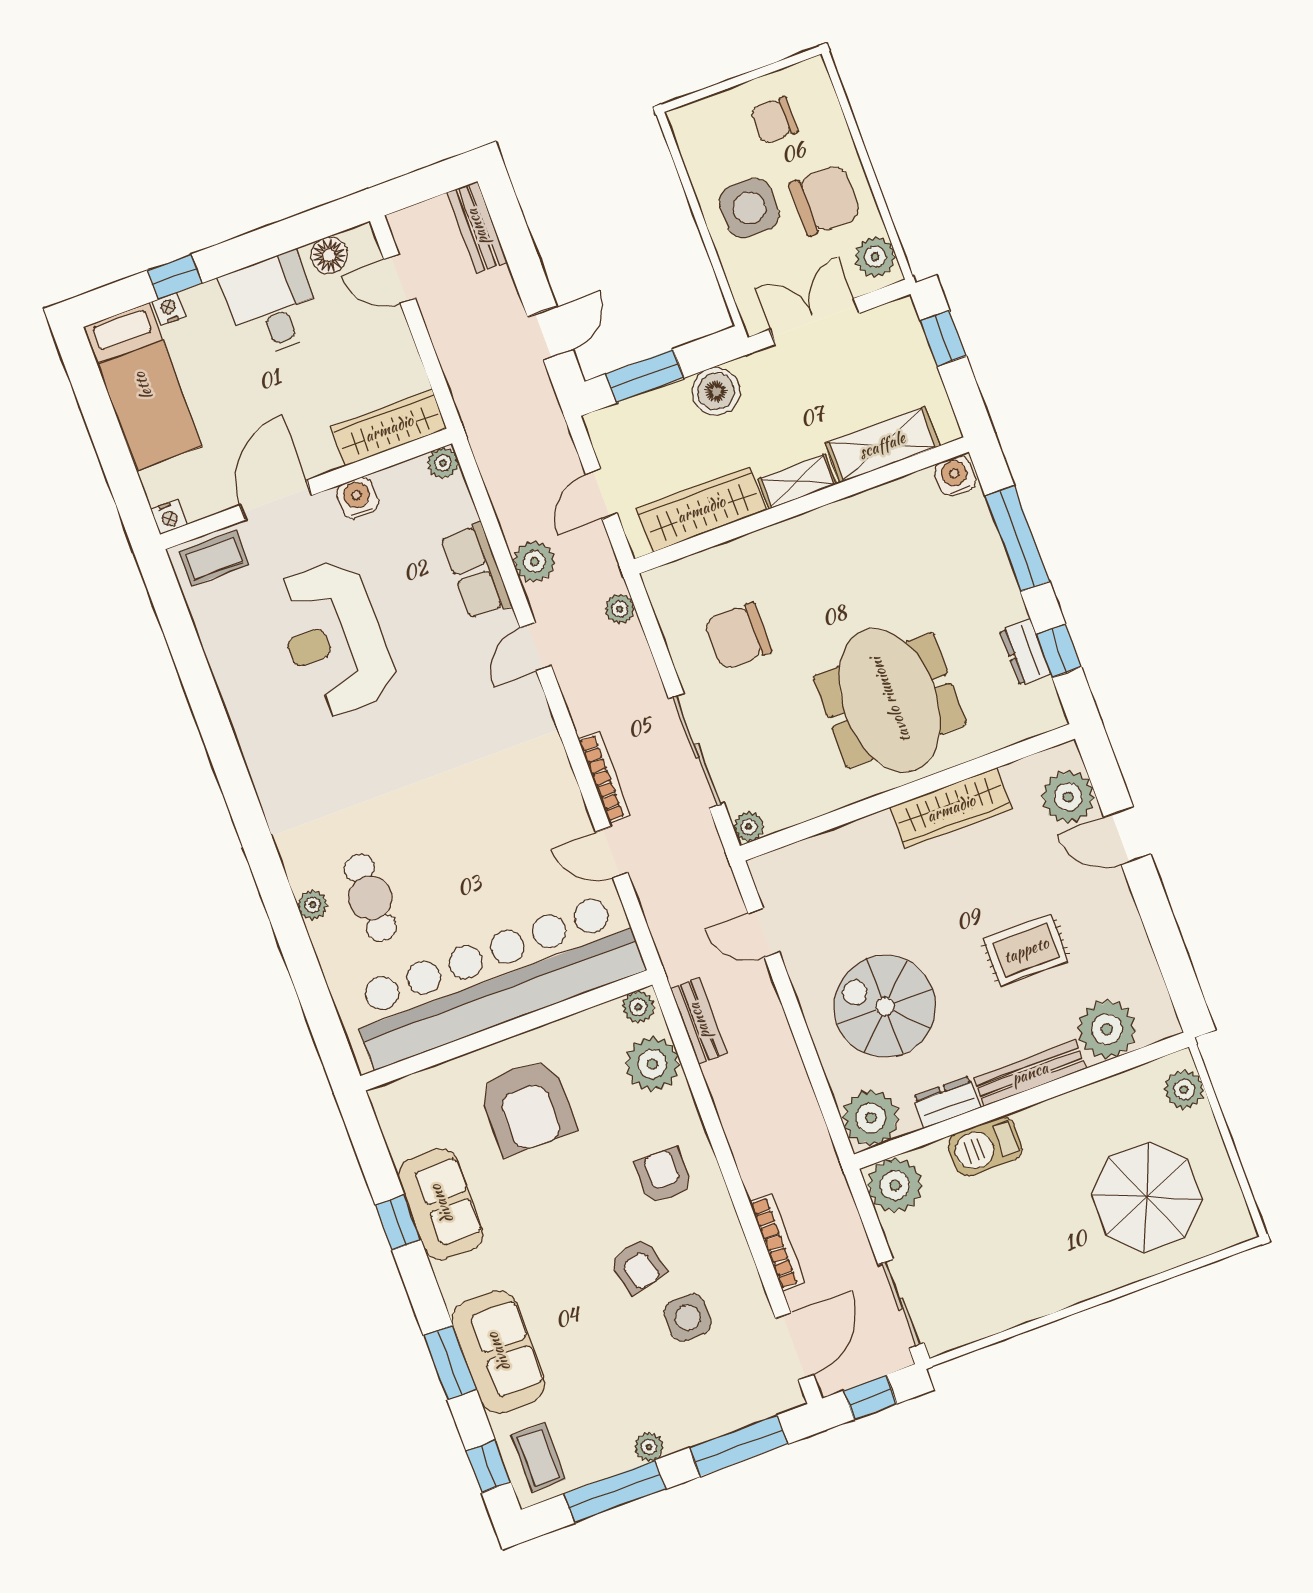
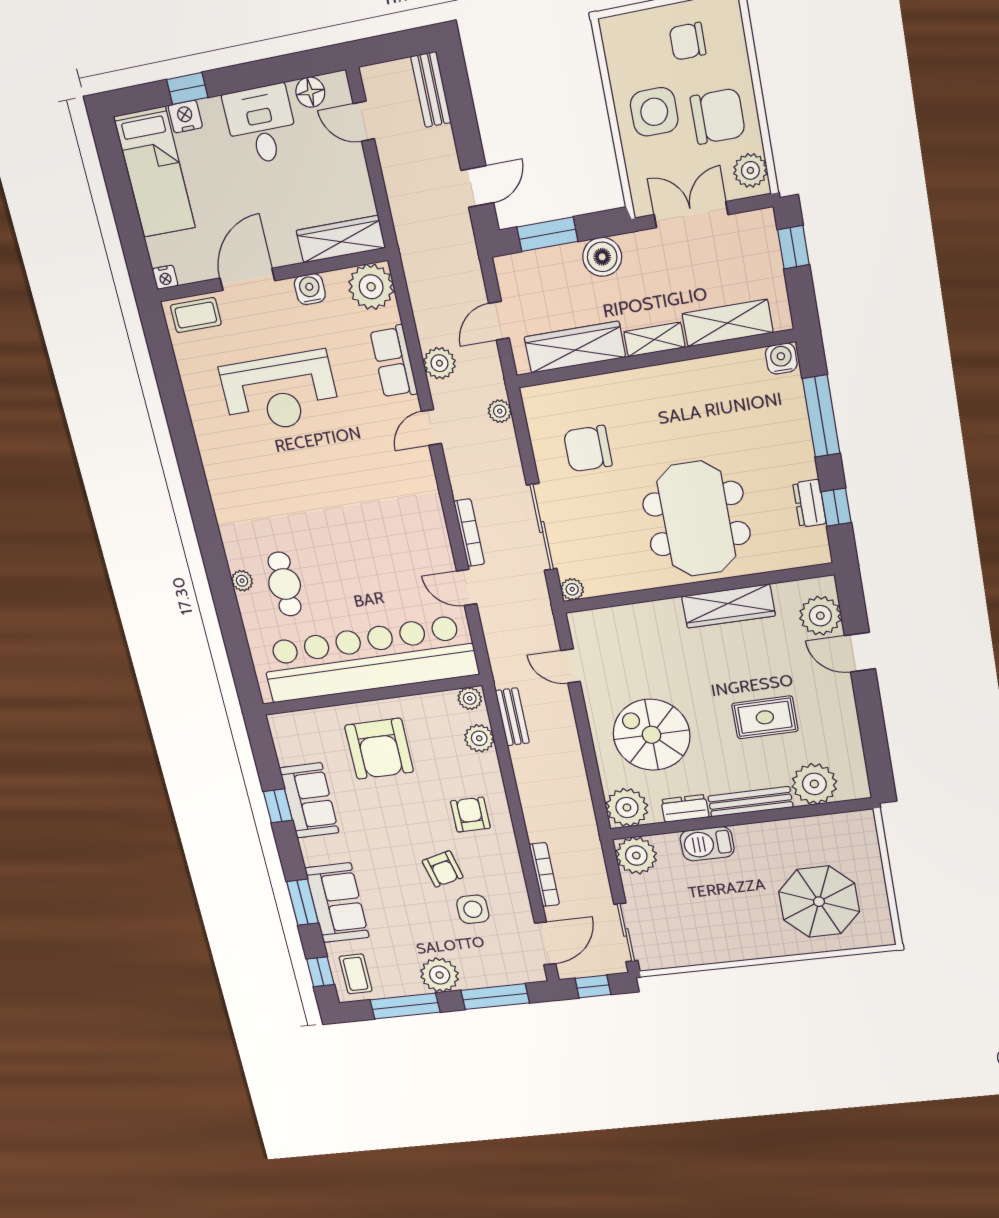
nightstand: (169, 309) -> (185, 116), width x1.39, depth x1.35
plant: (443, 463) -> (371, 287), width x1.88, depth x1.88
reception desk: (334, 638) -> (280, 392), turned -90
plant: (652, 1064) -> (479, 738), width x0.73, depth x0.73
plant: (1184, 1090) -> (863, 836), removed
plant: (649, 1447) -> (440, 975), width x1.87, depth x1.87

